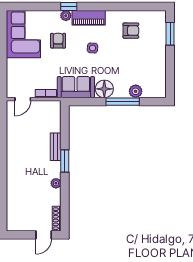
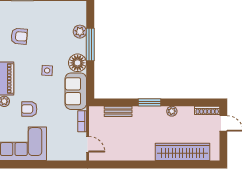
armchair: (131, 31) -> (19, 36), turned 95
side table: (93, 48) -> (47, 71), moved
bench: (56, 147) -> (118, 111), moved
wardrobe: (15, 194) -> (183, 152), added

